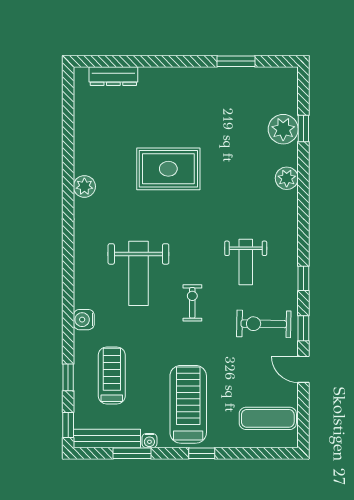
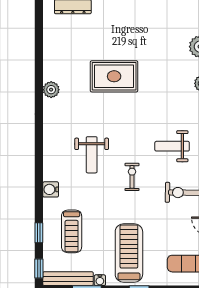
weight bench: (246, 262) -> (172, 146), turned 90
weight bench: (138, 273) -> (92, 155), width x0.73, depth x0.75
treadmill: (112, 375) -> (72, 231), turned 180

